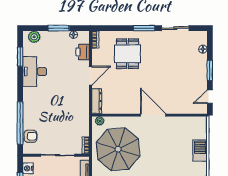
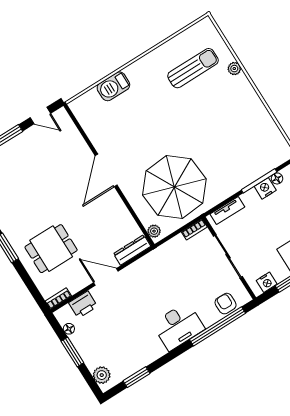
desk: (35, 72) -> (178, 326), moved

